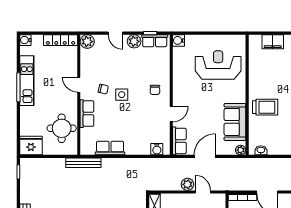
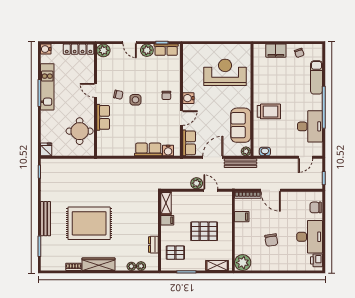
water cooler: (179, 40) -> (188, 98), moved
fridge: (31, 146) -> (46, 149), width x0.53, depth x0.75
row of seats: (110, 148) -> (148, 149), moved
bench: (83, 163) -> (240, 163), moved

